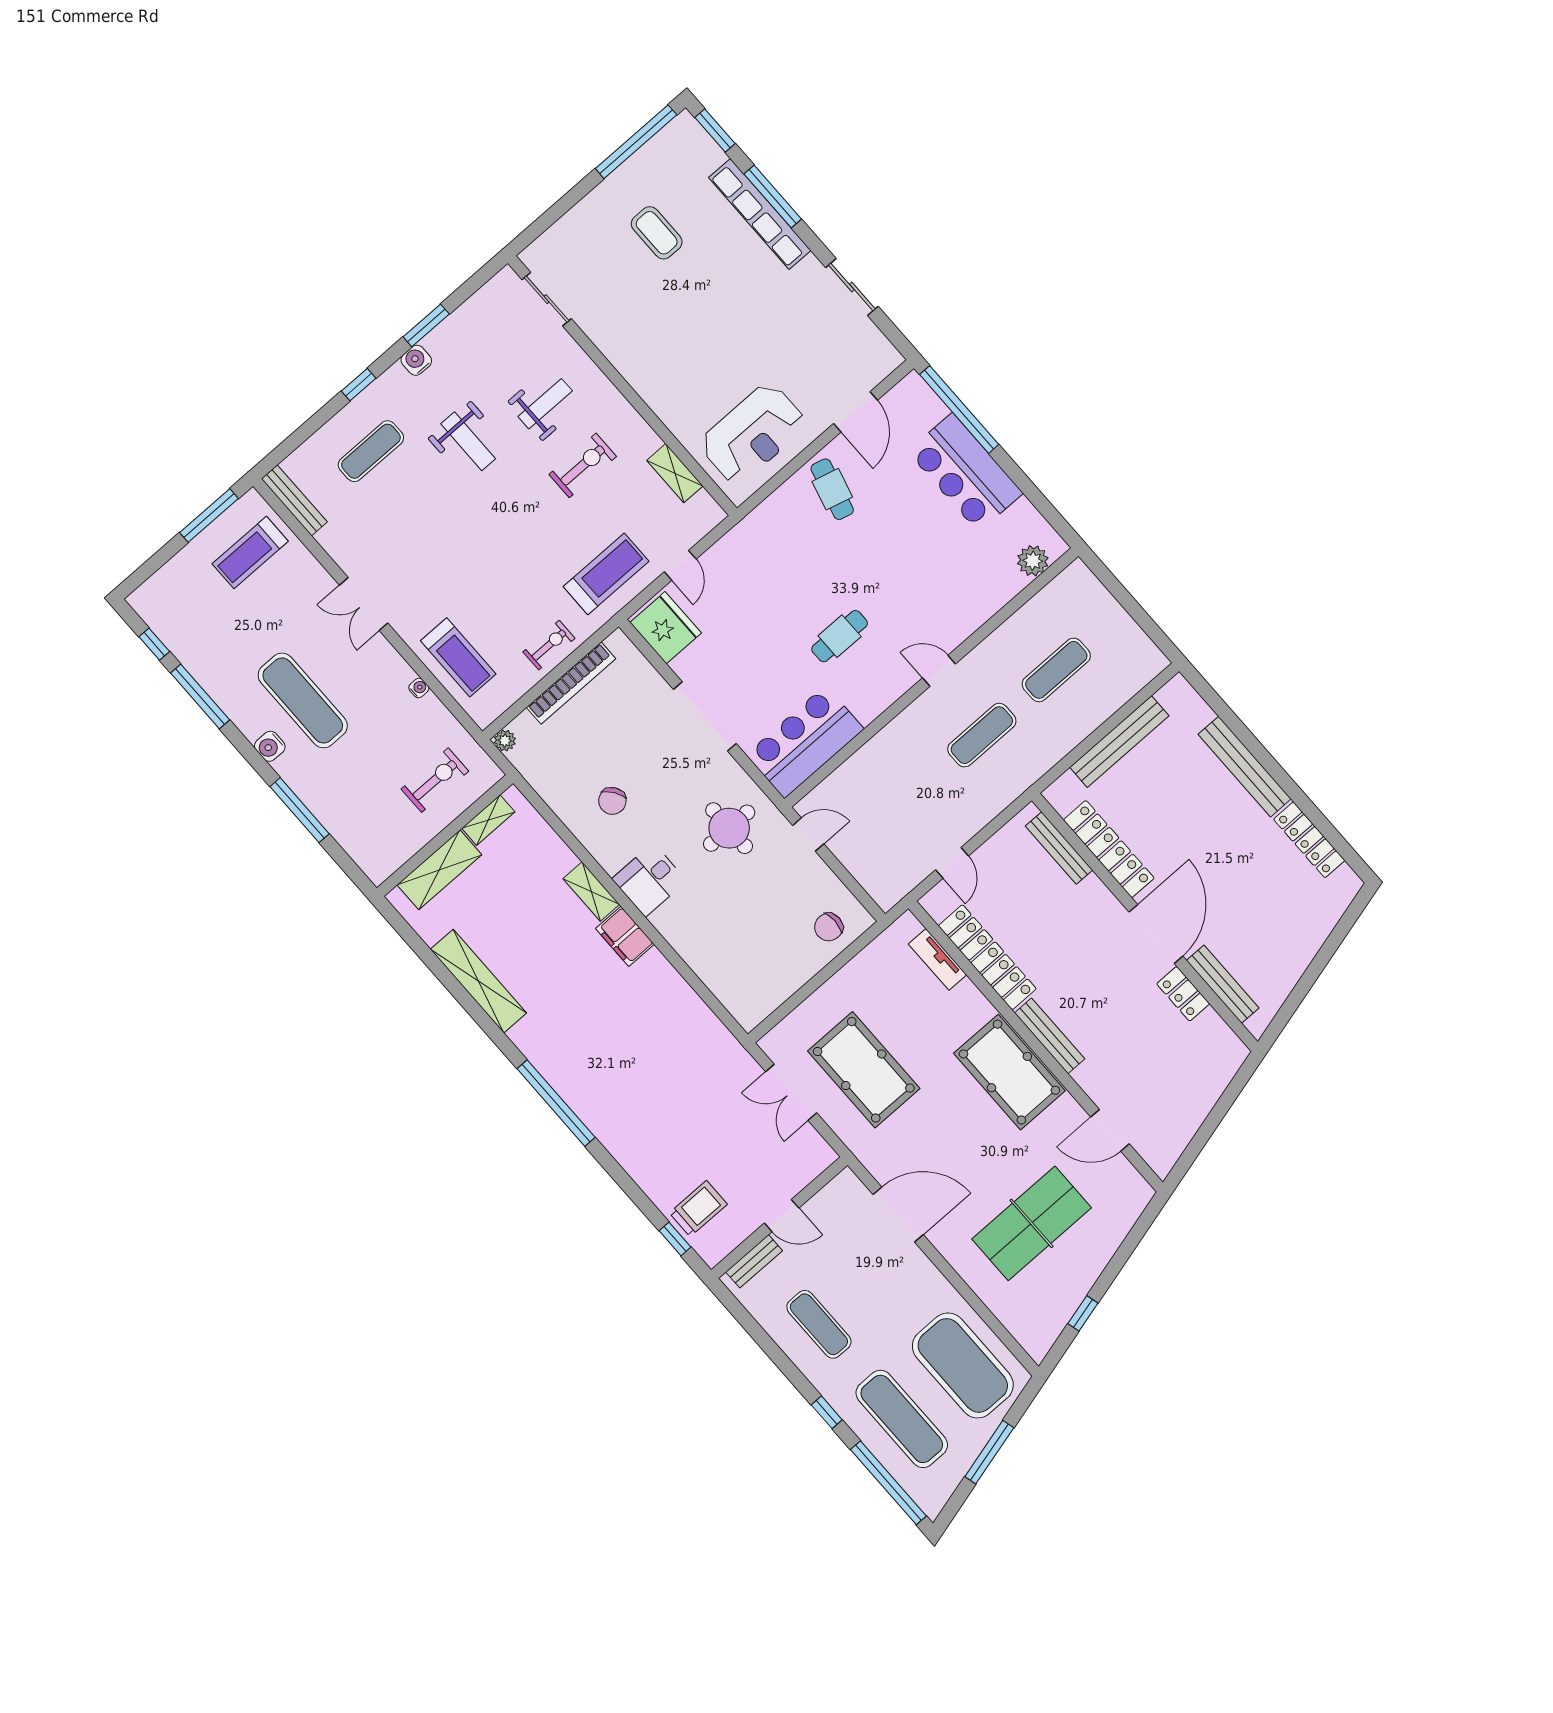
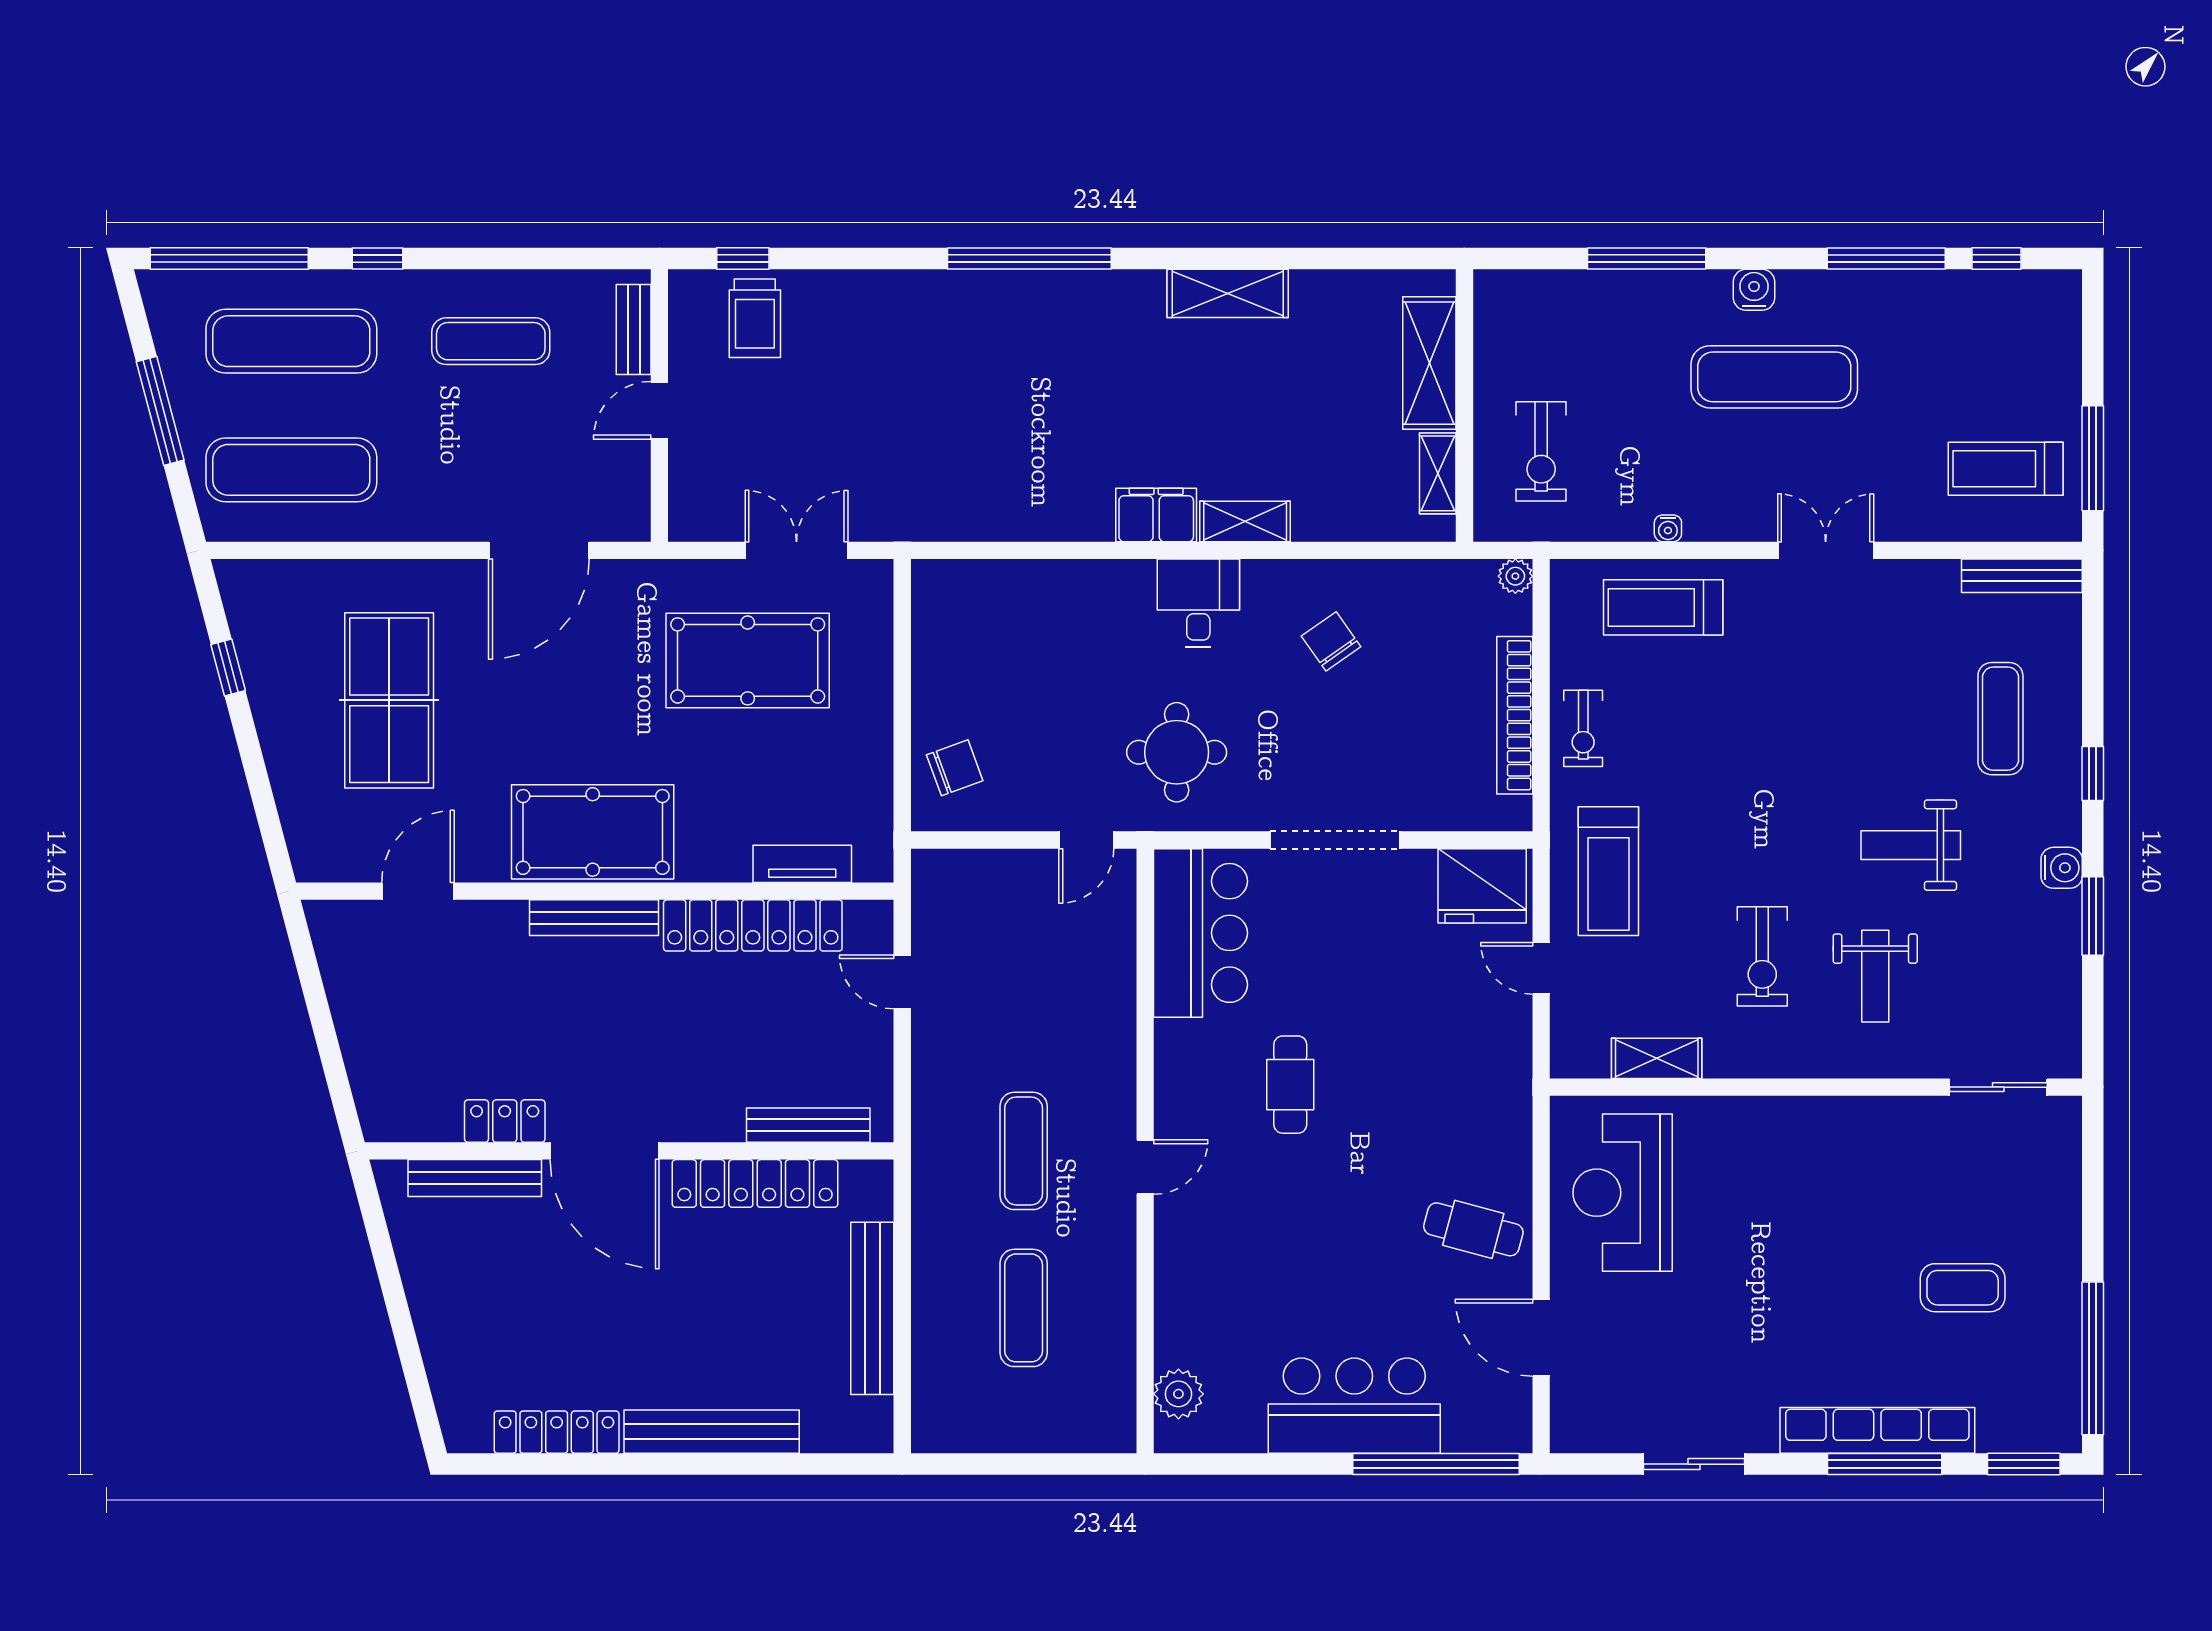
treadmill: (250, 553) -> (2006, 469), turned -90
chair: (829, 927) -> (955, 768), turned 70
shelving: (478, 981) -> (1228, 293), width x0.68
exercise mat: (963, 1365) -> (291, 470), width x0.68

